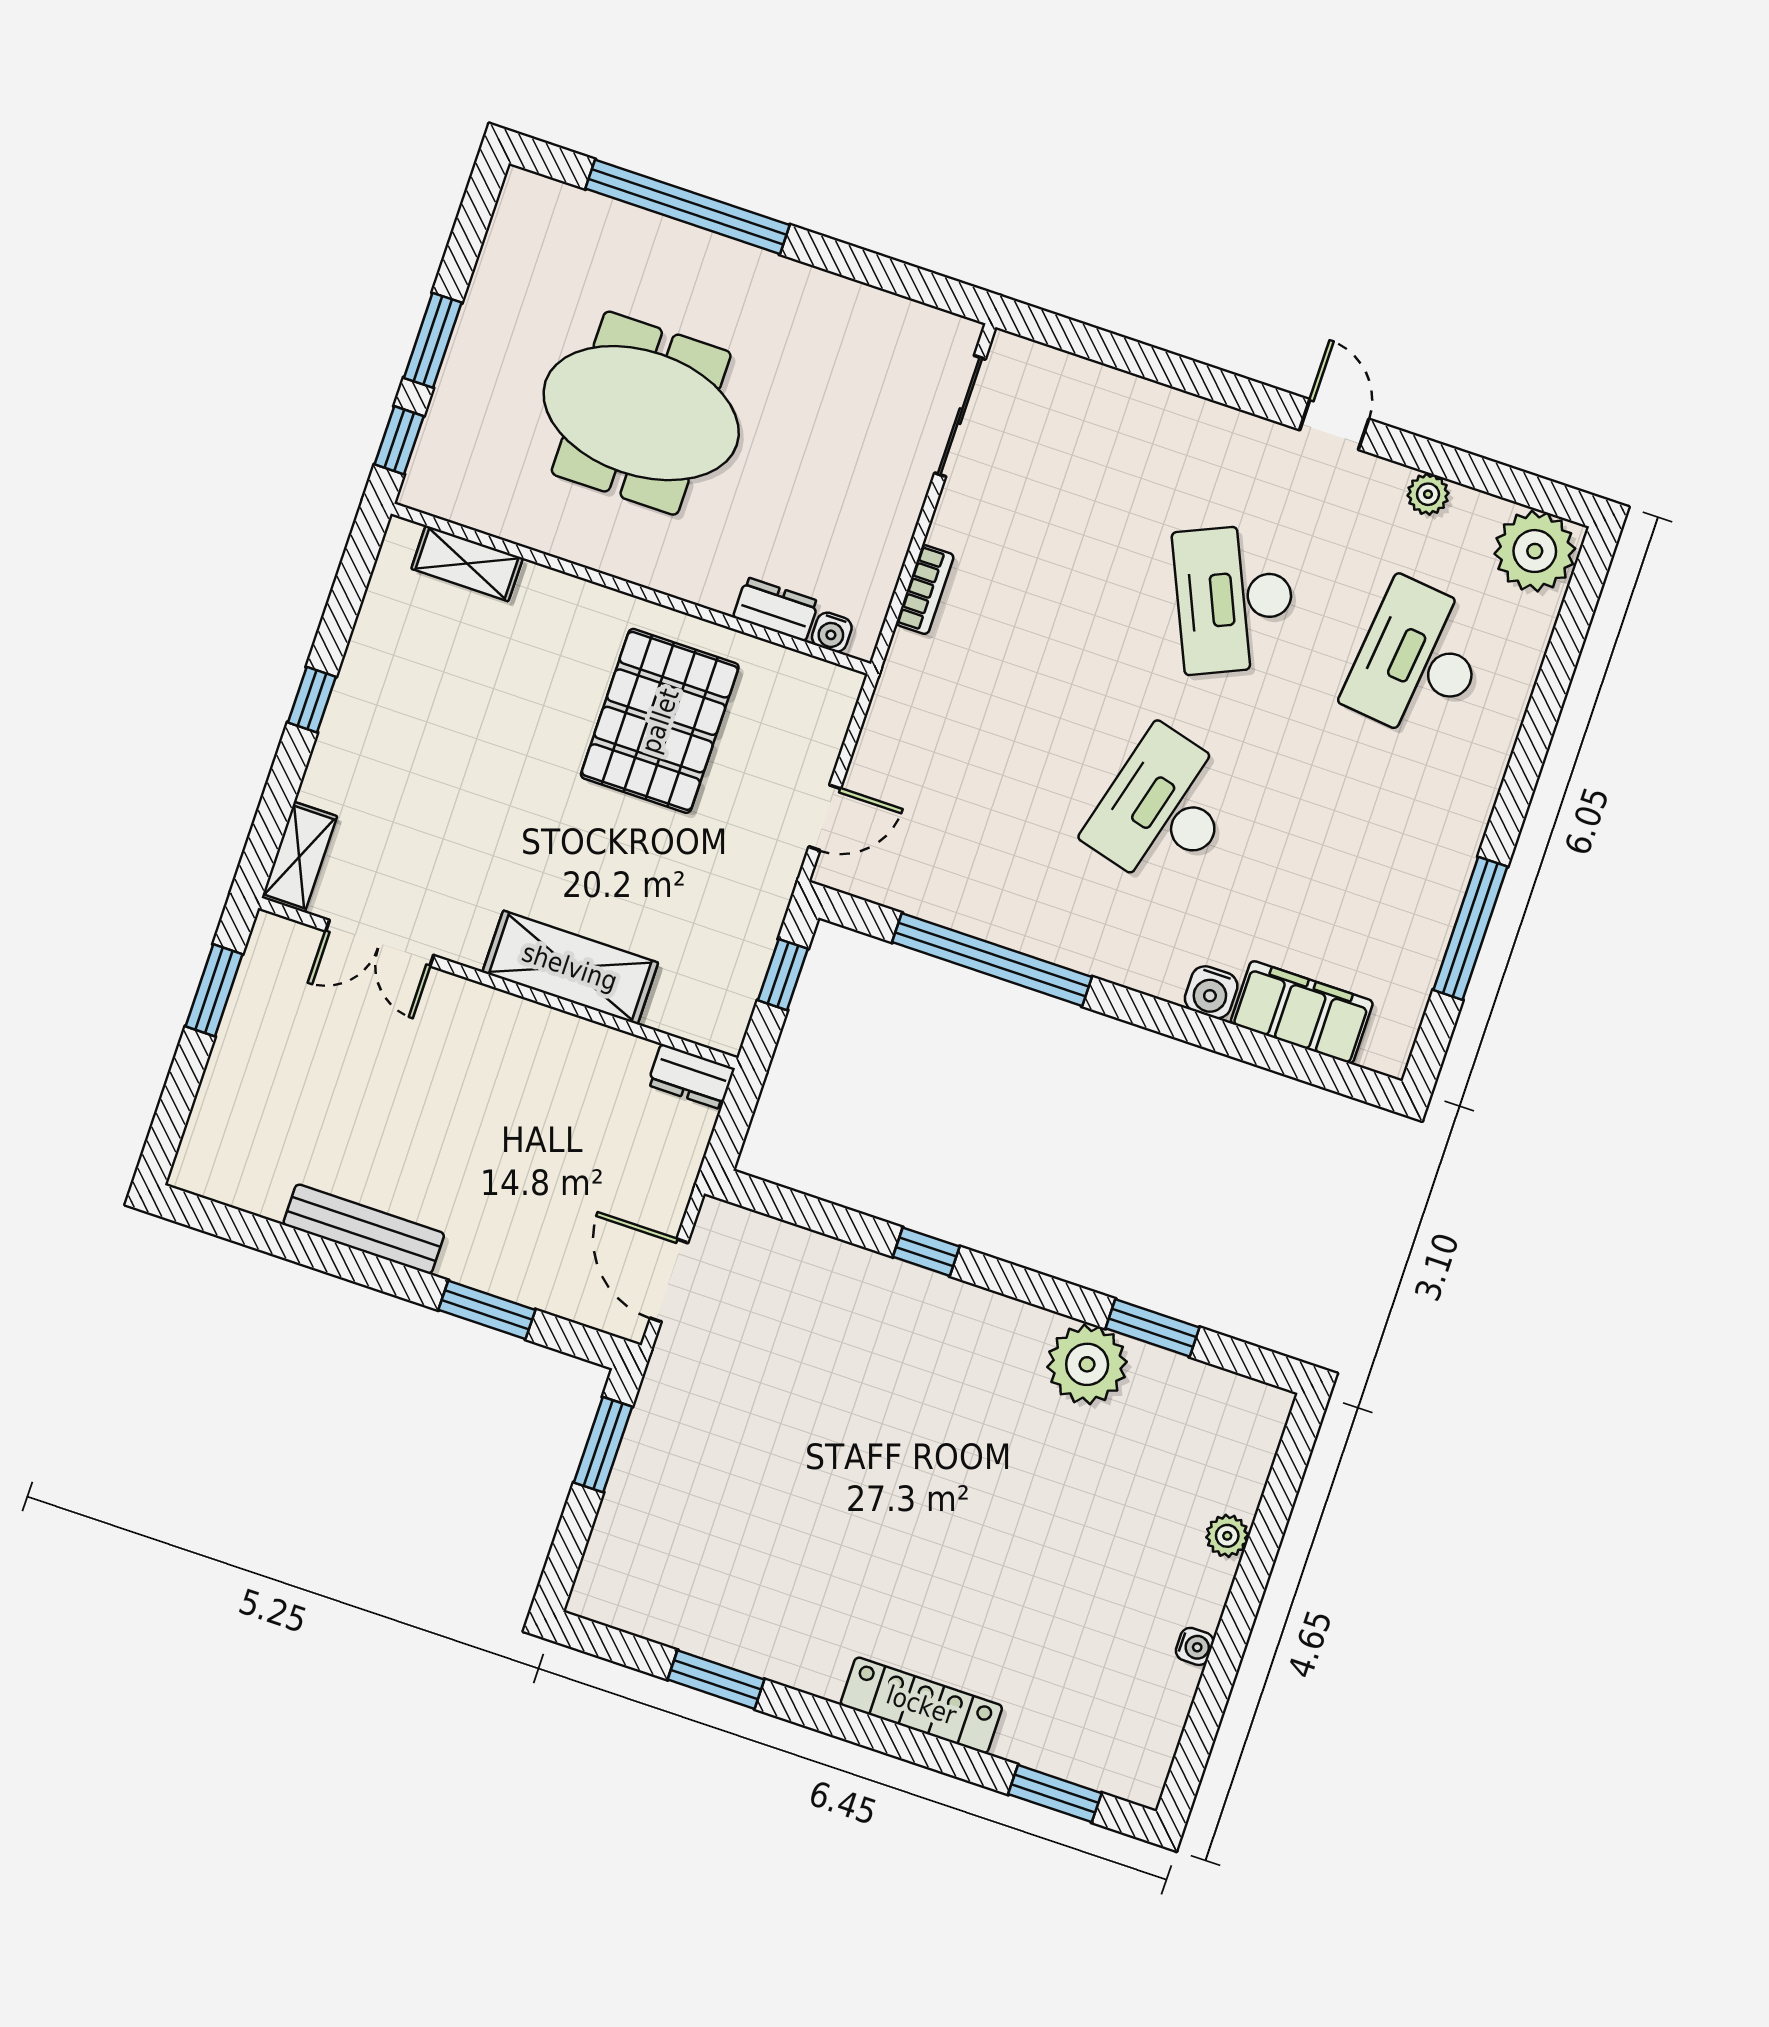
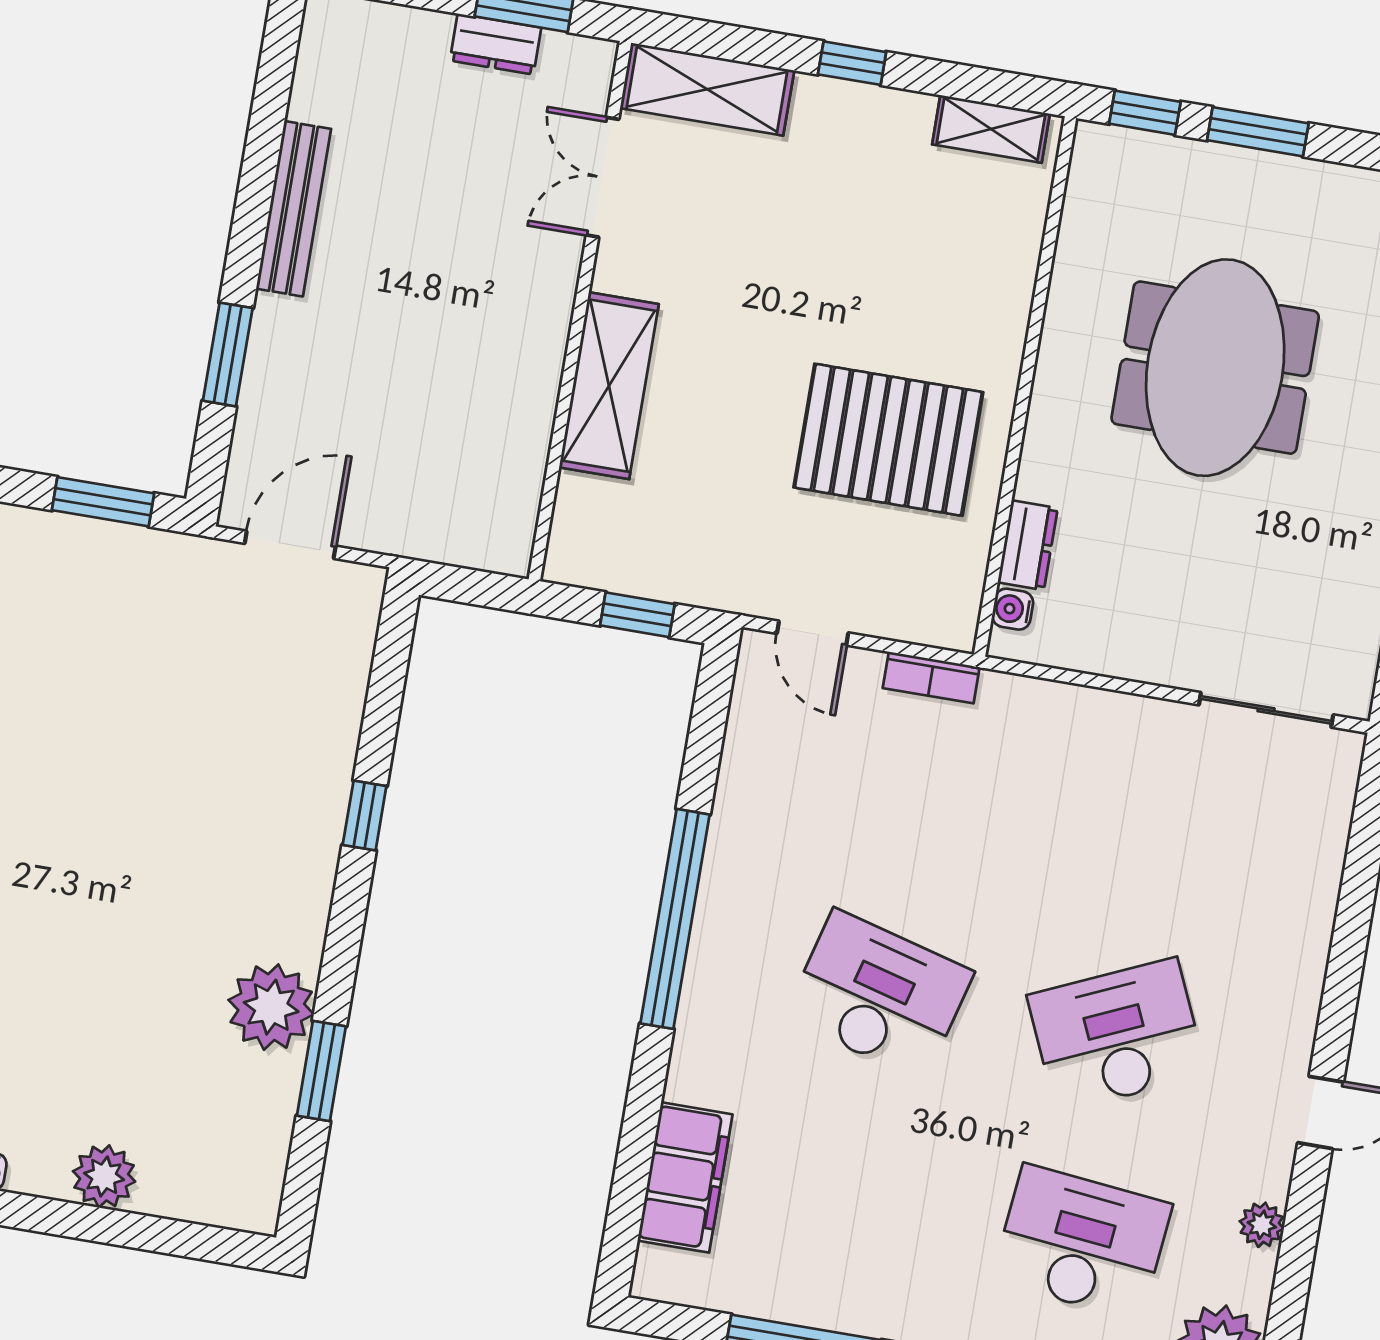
shelving: (467, 563) -> (991, 129), moved, turned 90
bookcase: (925, 590) -> (931, 678), moved
shelving: (299, 857) -> (707, 89), width x1.50, depth x1.33
window: (992, 960) -> (675, 919), moved
water cooler: (1211, 992) -> (691, 1077), removed
dresser: (691, 1077) -> (496, 44), moved, turned -90
plant: (1227, 1536) -> (104, 1176), width x1.38, depth x1.38

